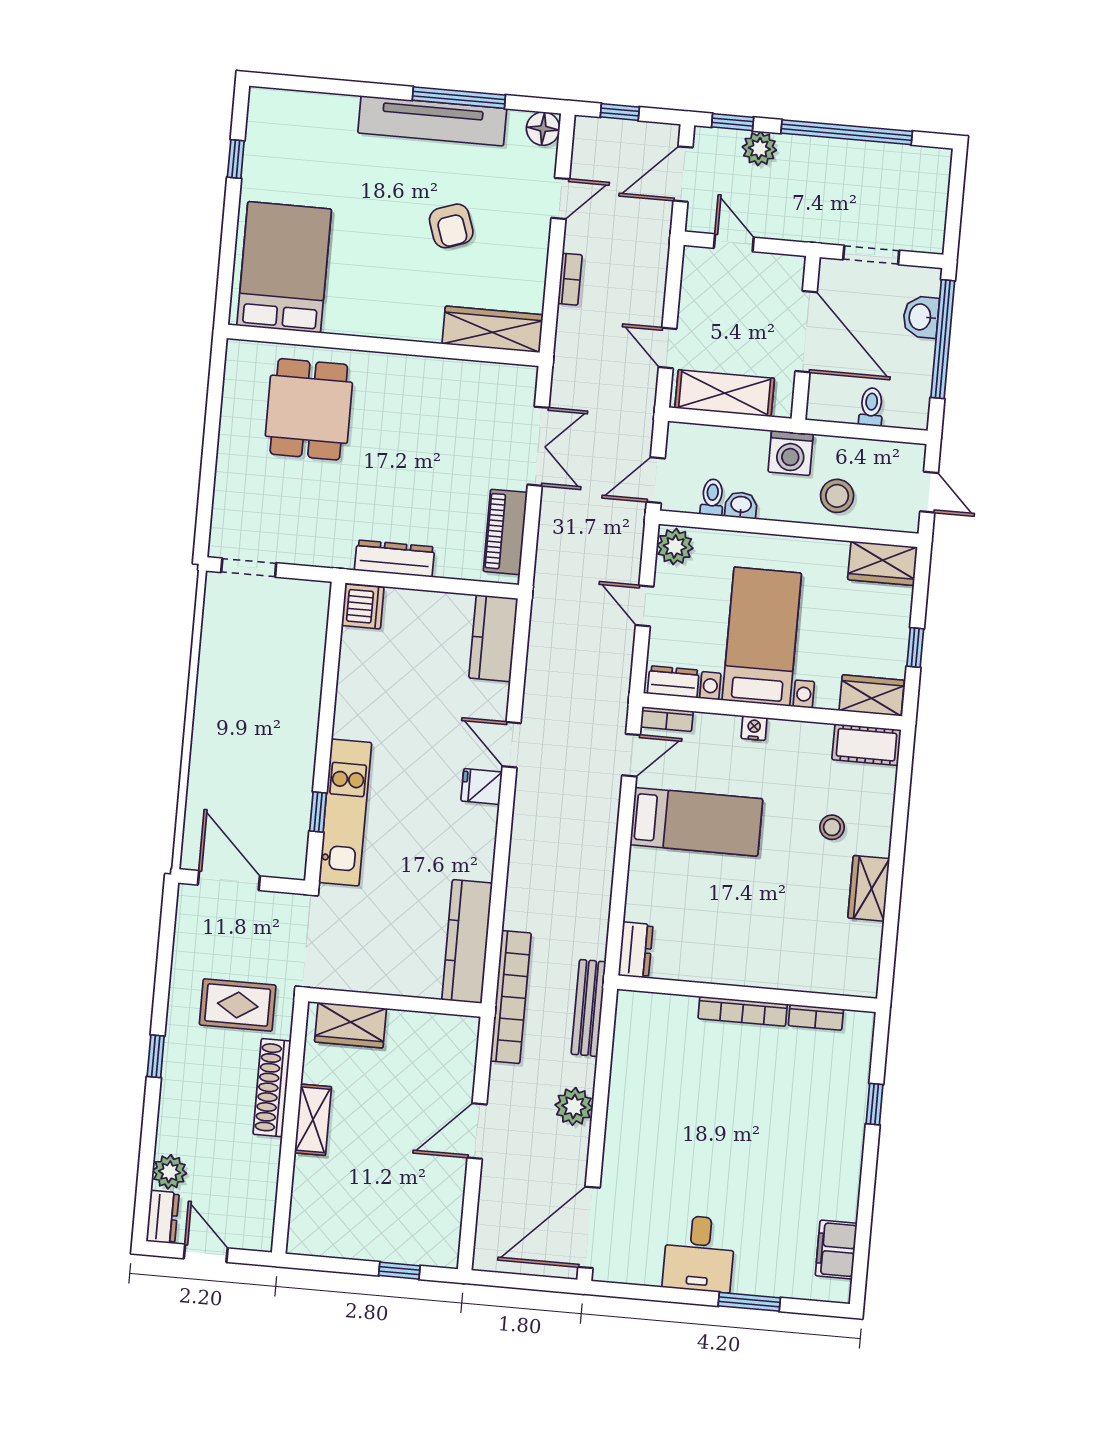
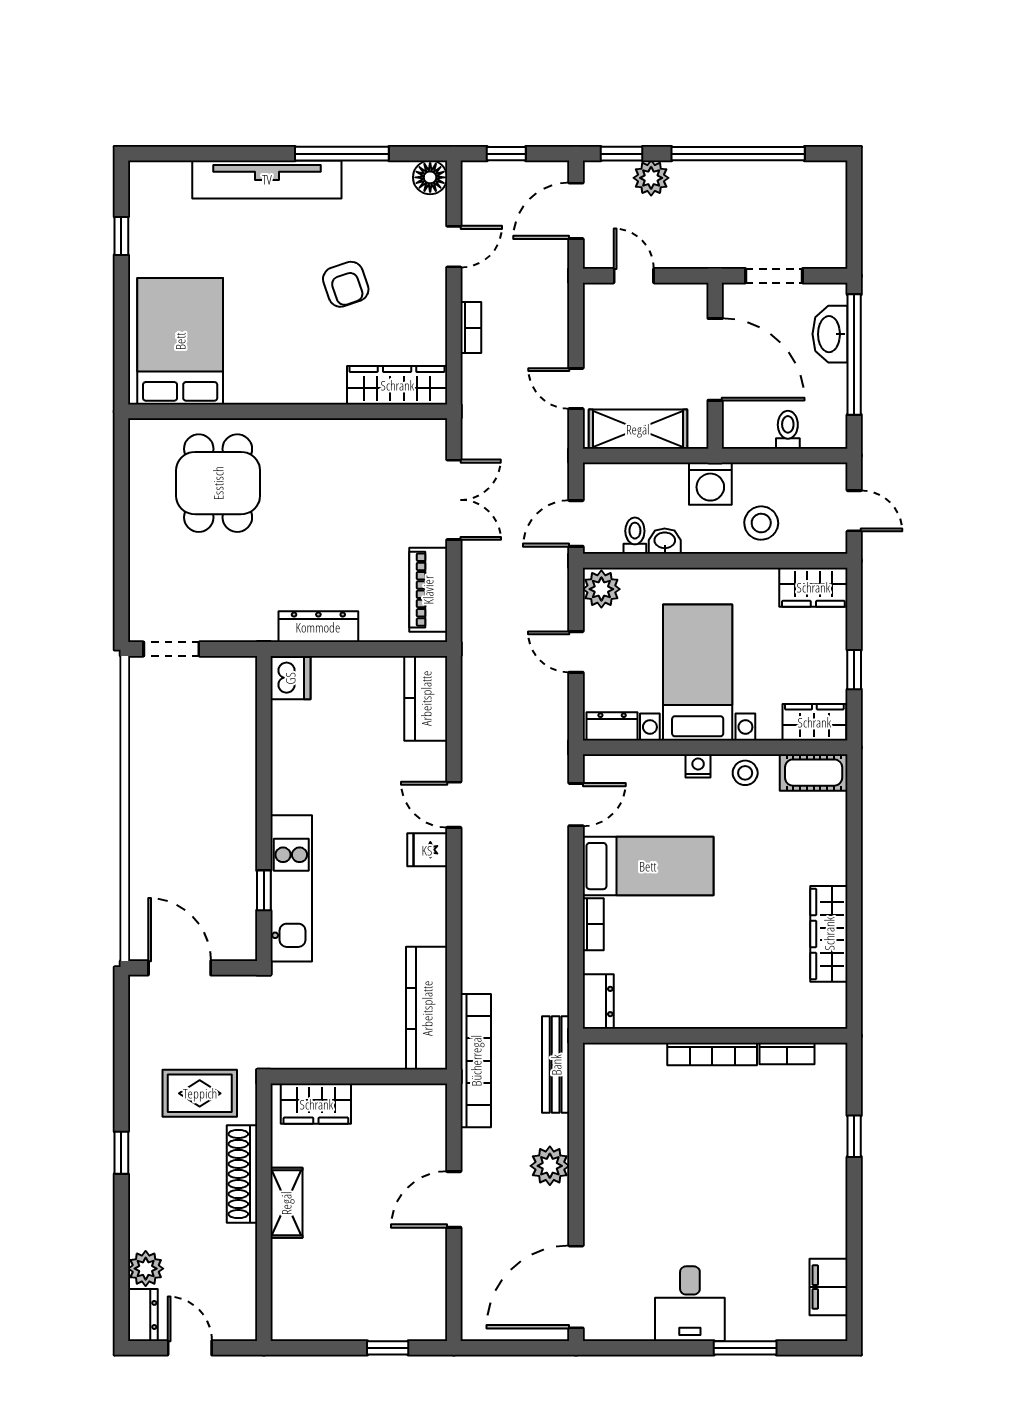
tv unit: (432, 121) -> (267, 179), moved
washbasin: (921, 317) -> (830, 334), width x1.38
bookcase: (667, 719) -> (593, 924), moved, turned -90
stool: (832, 827) -> (745, 773), moved
wardrobe: (869, 888) -> (829, 934), width x1.50

